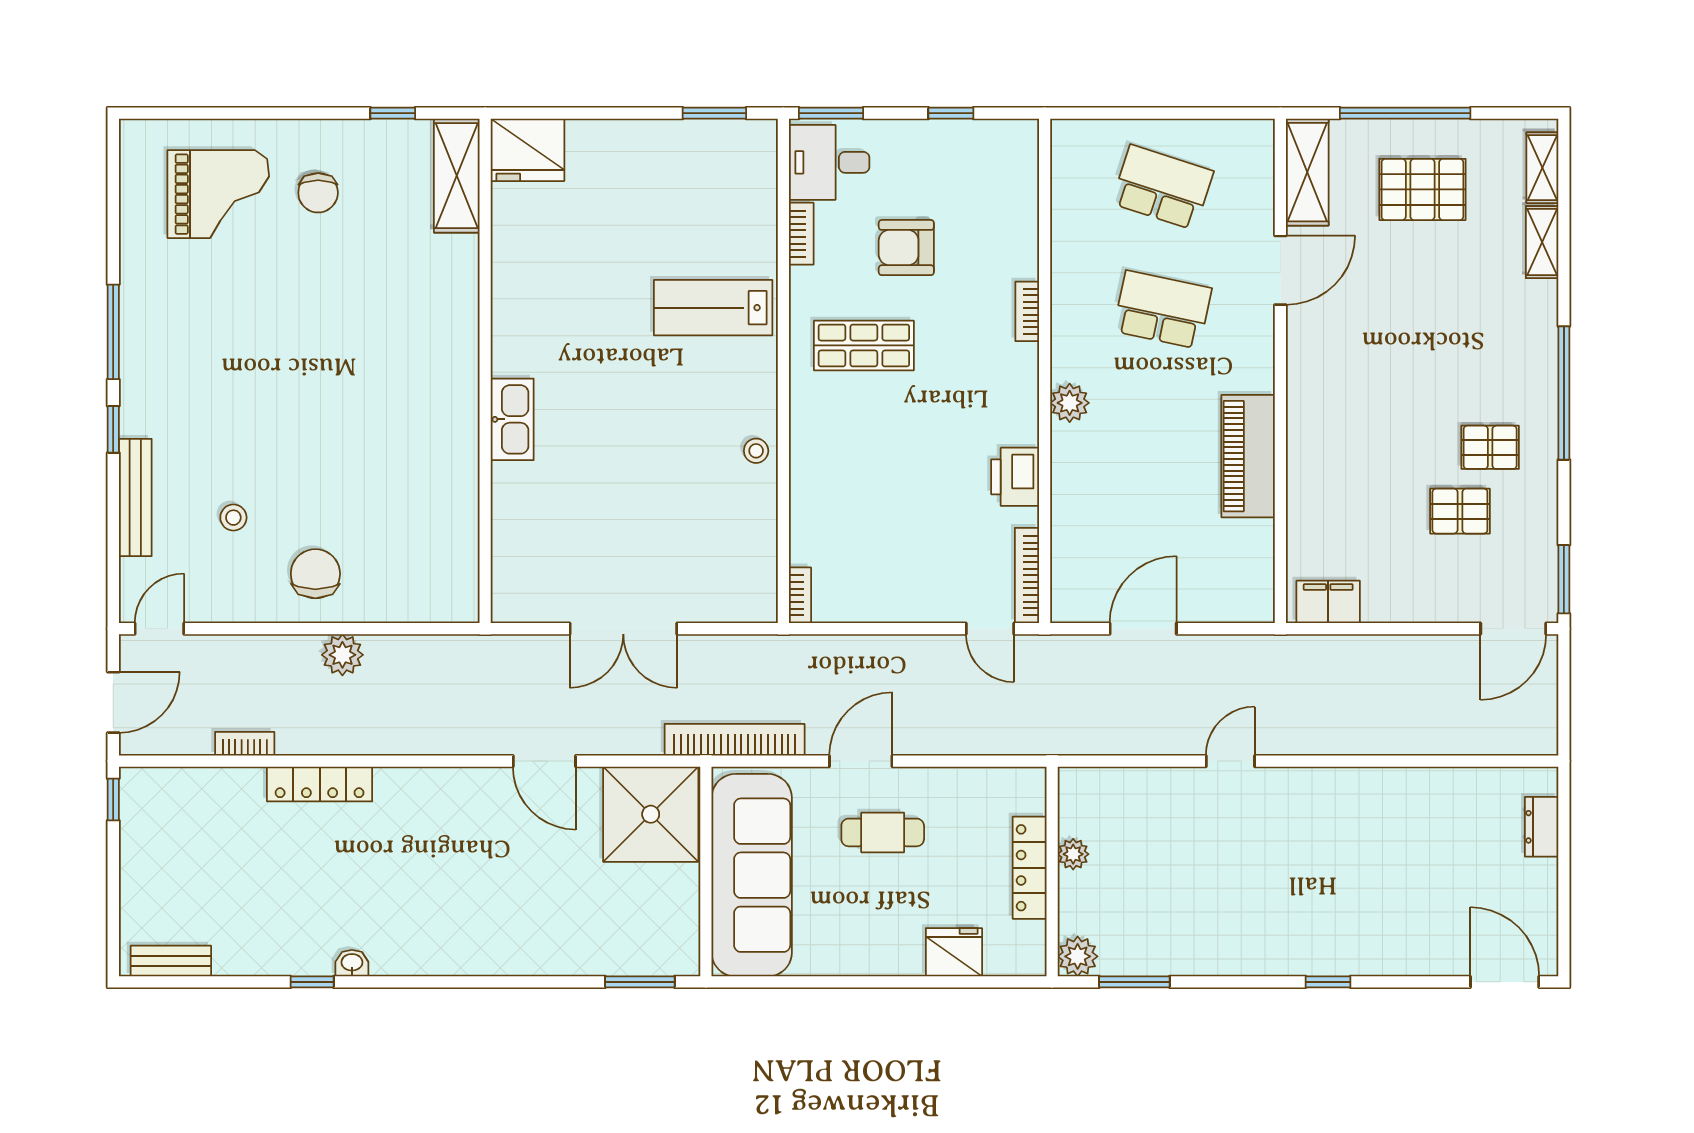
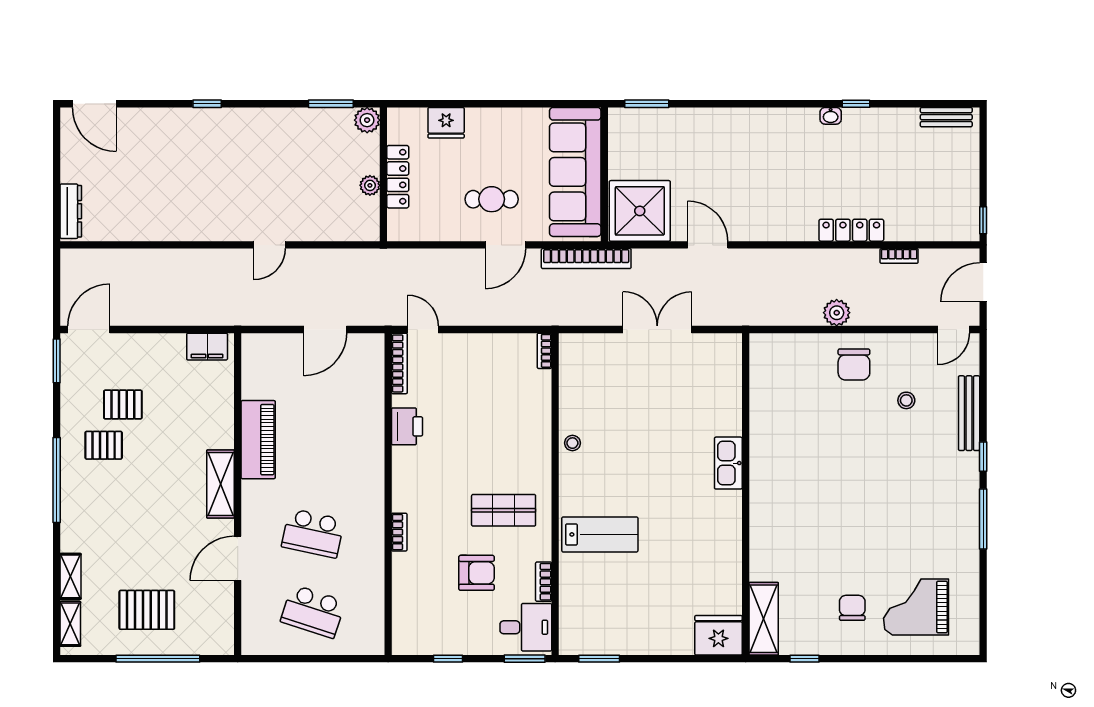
shelving: (1307, 172) -> (220, 484), moved
plant: (1070, 403) -> (372, 474), removed
dresser: (1542, 827) -> (71, 211), width x1.44

